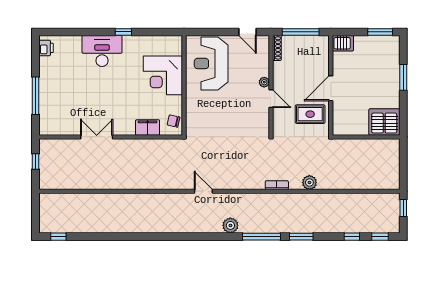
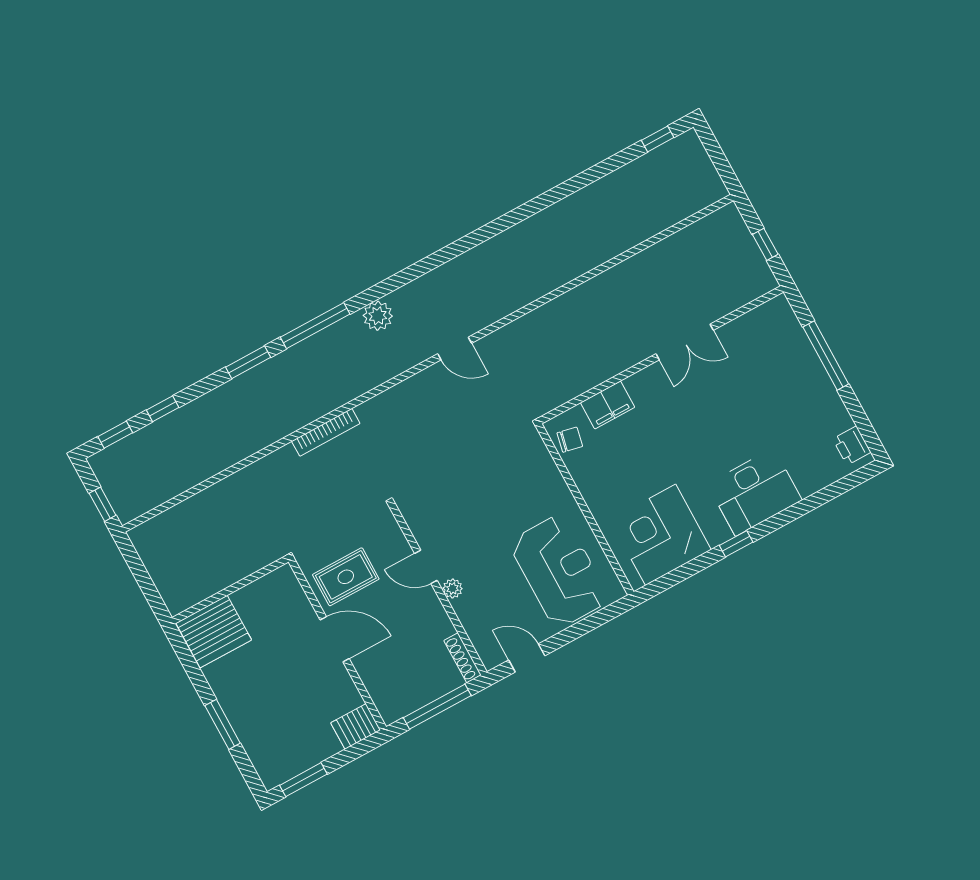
corner desk: (163, 75) -> (661, 535), moved, turned -90
door: (331, 88) -> (335, 639), hinge flipped
plant: (309, 182) -> (284, 461), removed
bookcase: (277, 185) -> (326, 432), width x1.56

